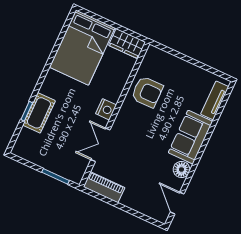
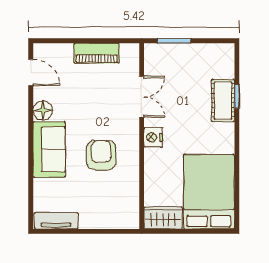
armchair: (147, 92) -> (101, 155), moved, turned 90
tv unit: (215, 100) -> (56, 221), moved, turned -90
piano: (104, 187) -> (97, 53), moved

